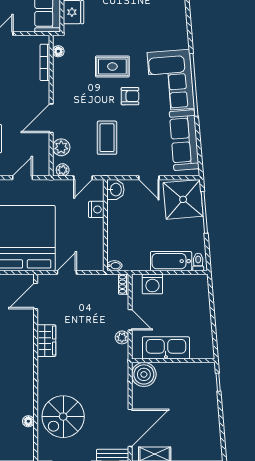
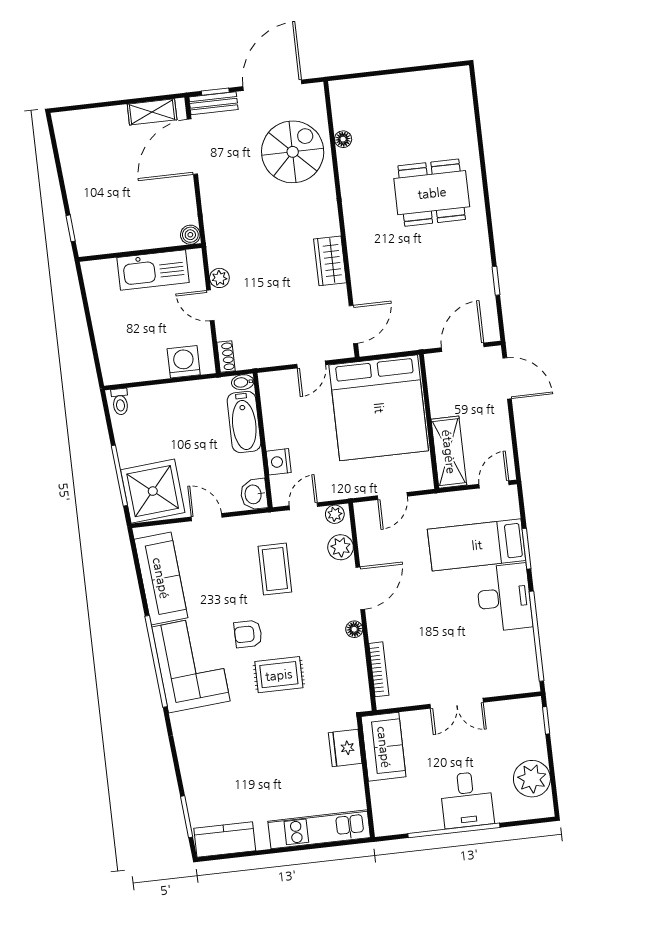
floor lamp: (58, 51) -> (354, 629), moved
bathtub: (171, 261) -> (244, 422), moved, turned 90
boiler: (144, 374) -> (190, 235), width x0.54, depth x0.54

